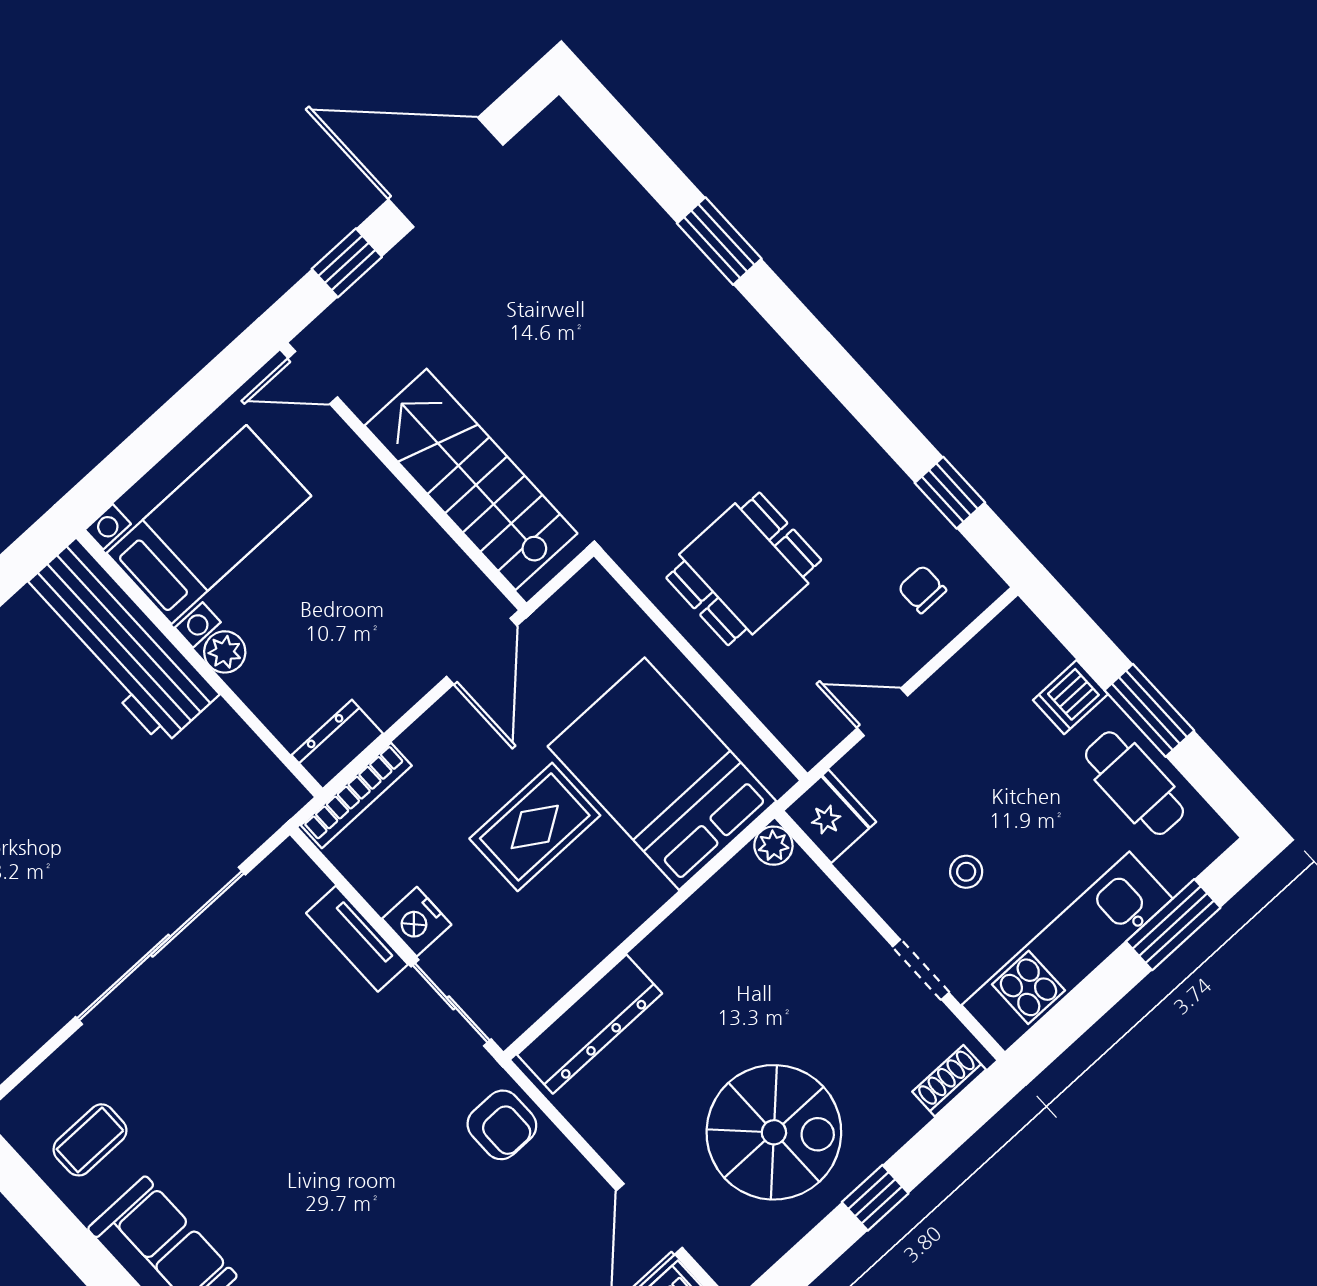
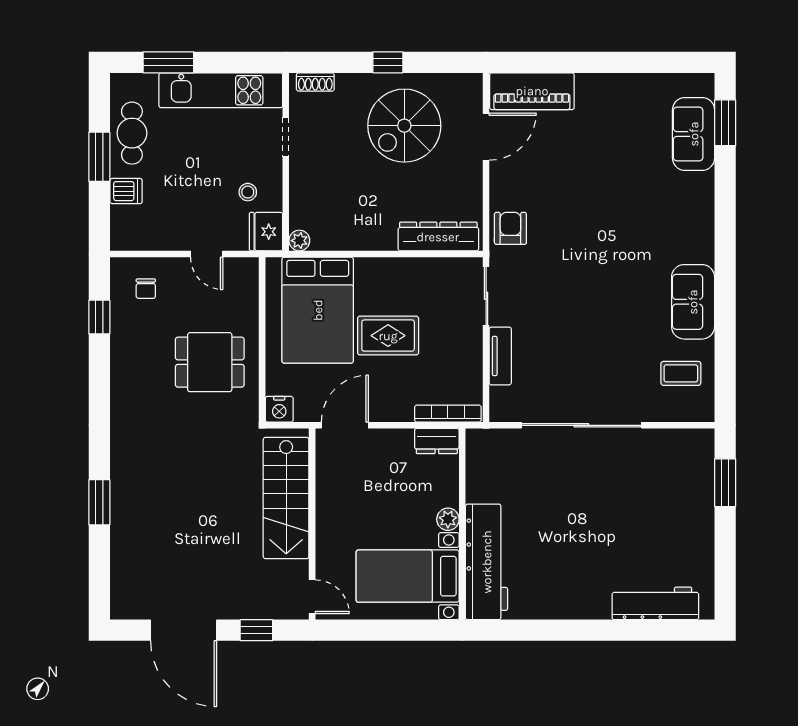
stool: (966, 872) -> (248, 192), moved
nightstand: (417, 922) -> (279, 409), moved, turned 90
spiral stairs: (774, 1132) -> (404, 126), turned -90

